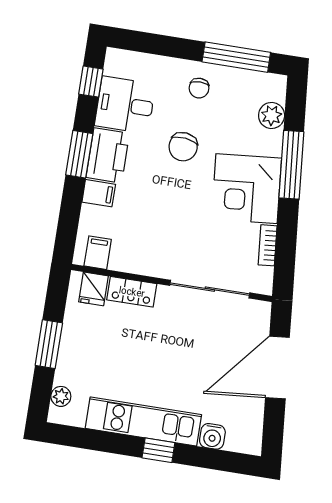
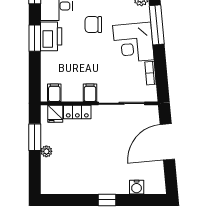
chair: (183, 147) -> (93, 25), turned 83
filing cabinet: (99, 193) -> (90, 93), moved, turned -90
window: (49, 344) -> (35, 137), moved
plant: (61, 396) -> (46, 151), moved
kitchen unit: (143, 421) -> (96, 185), removed

